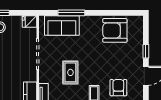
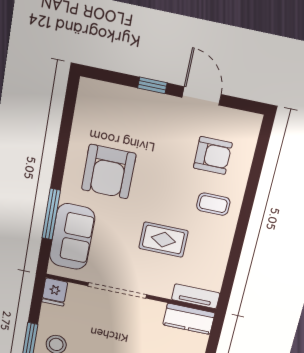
armchair: (115, 30) -> (109, 172), moved
armchair: (118, 88) -> (213, 155), turned 180

